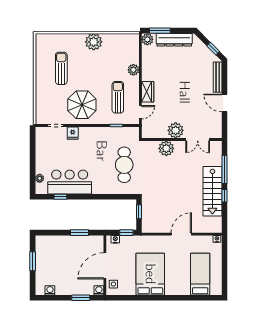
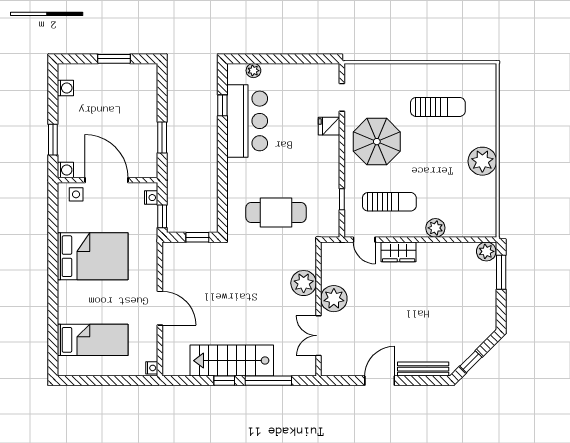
dresser: (174, 40) -> (486, 296), removed

